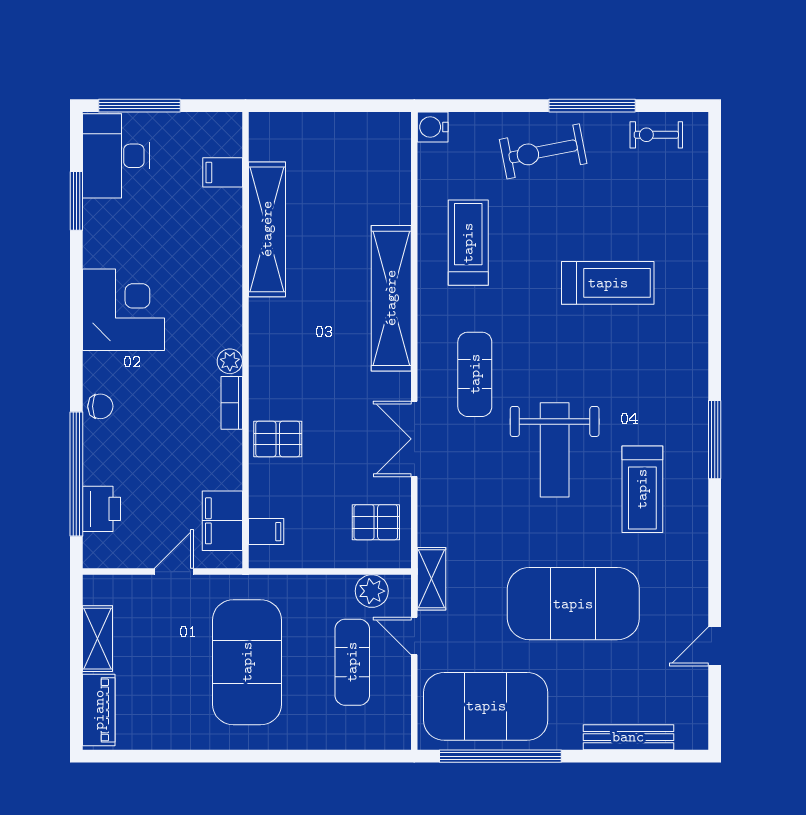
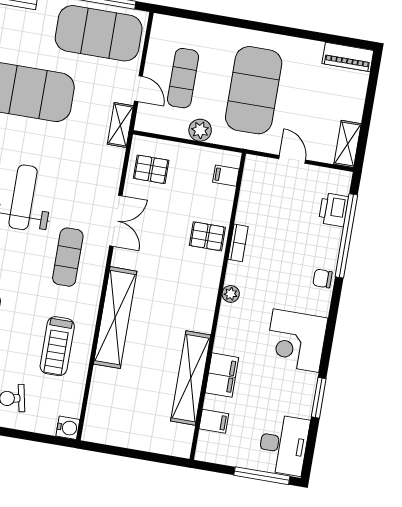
window: (76, 201) -> (319, 398), moved
bookcase: (232, 403) -> (238, 243), moved
filing cabinet: (222, 521) -> (222, 375), moved
door: (174, 572) -> (292, 159), swing flipped
plant: (372, 591) -> (200, 130), moved
shelving: (98, 639) -> (348, 144), moved
piano: (99, 710) -> (348, 57), moved, turned -90

